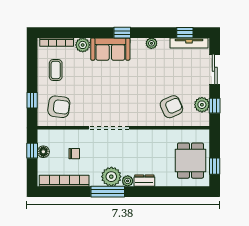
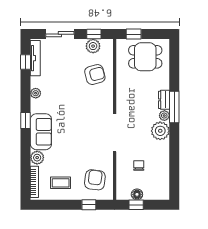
armchair: (171, 107) -> (95, 75), turned 99
window: (215, 166) -> (134, 34), moved
bookcase: (64, 181) -> (164, 175), removed
window: (108, 192) -> (174, 107), moved

